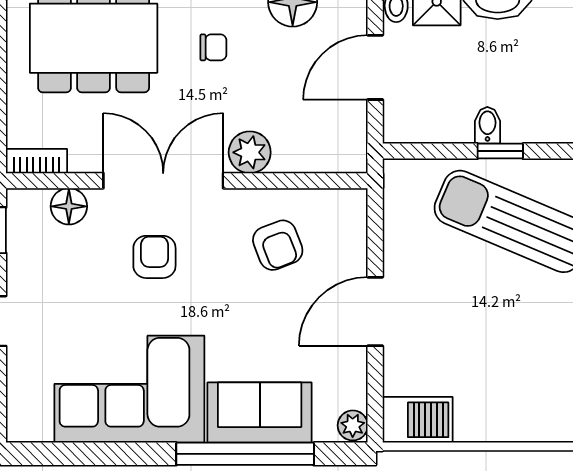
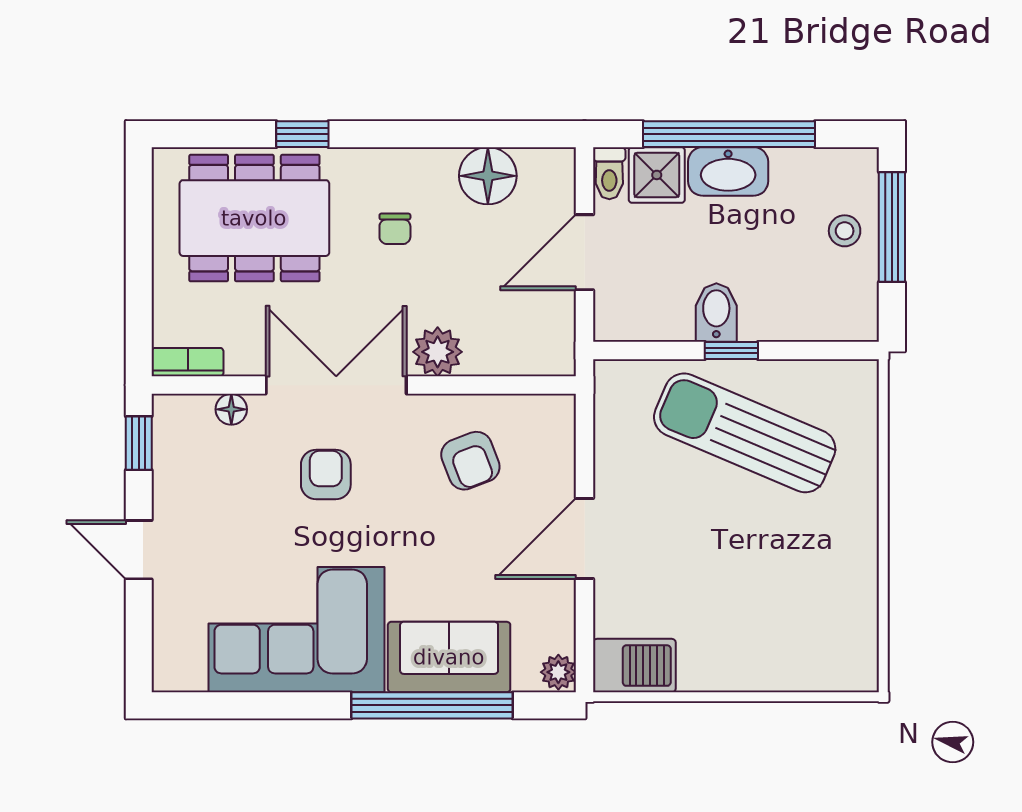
chair: (213, 47) -> (395, 229), turned 90
bidet: (487, 125) -> (716, 312), width x1.38, depth x1.36
floor lamp: (69, 206) -> (231, 409), width x0.73, depth x0.73

